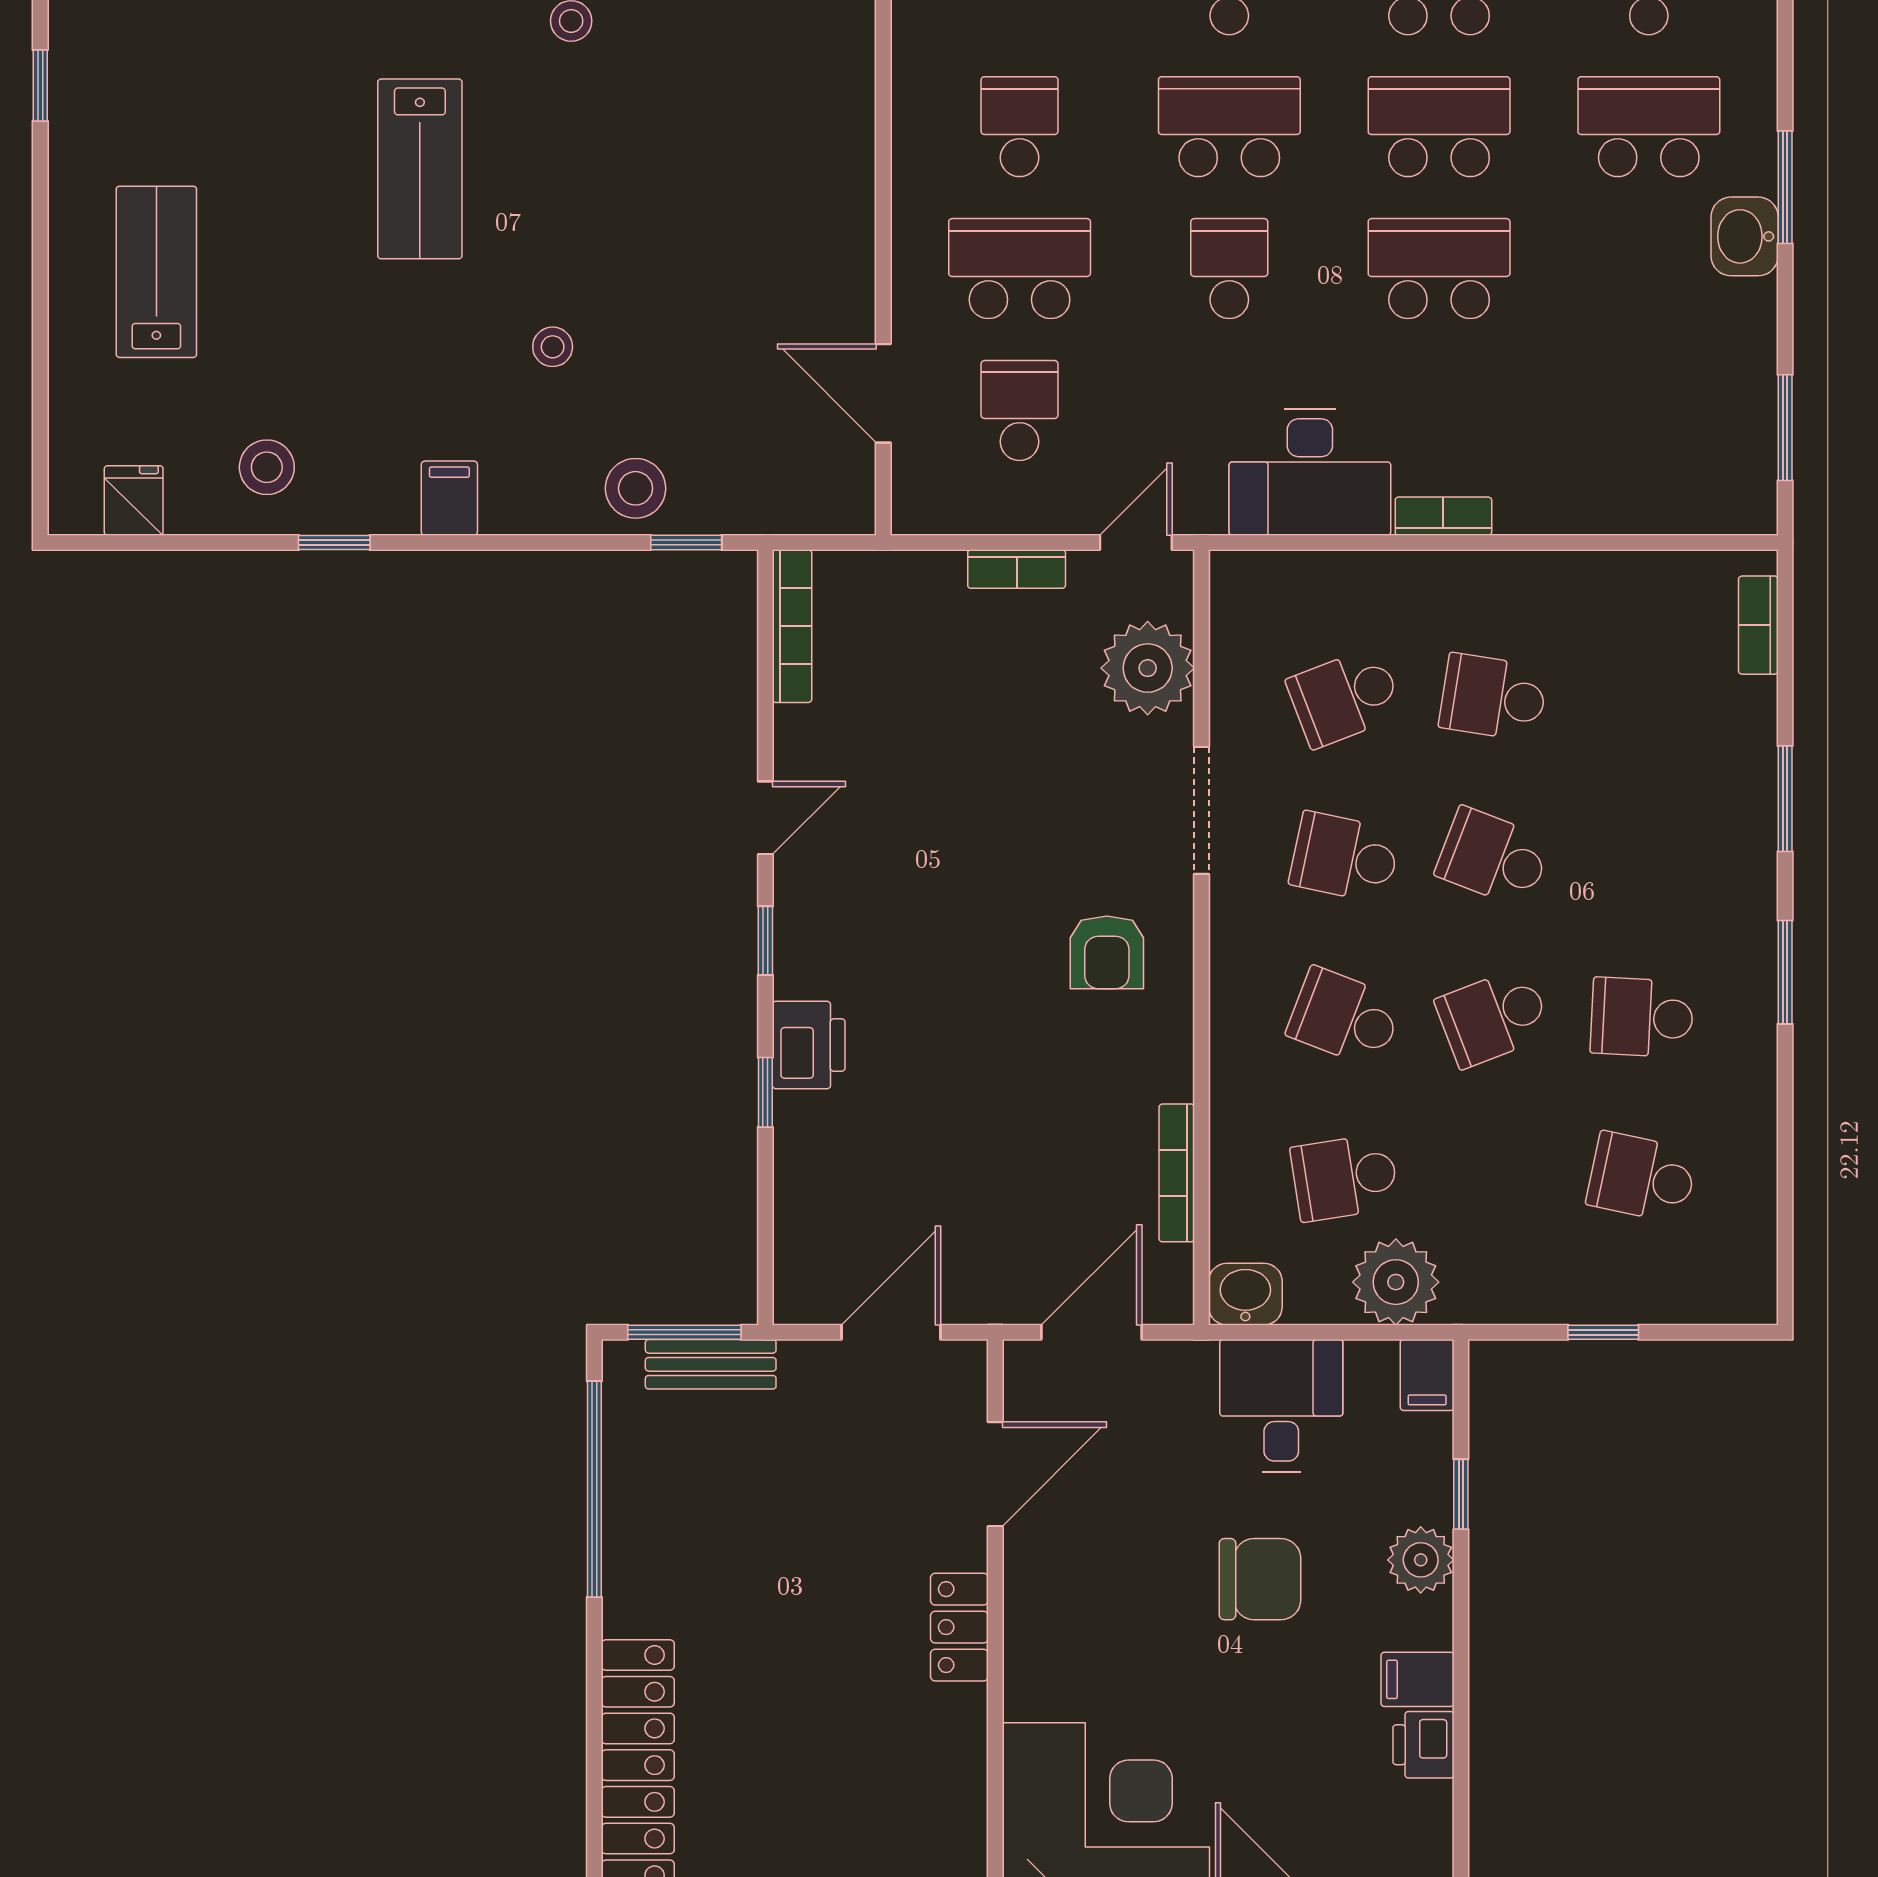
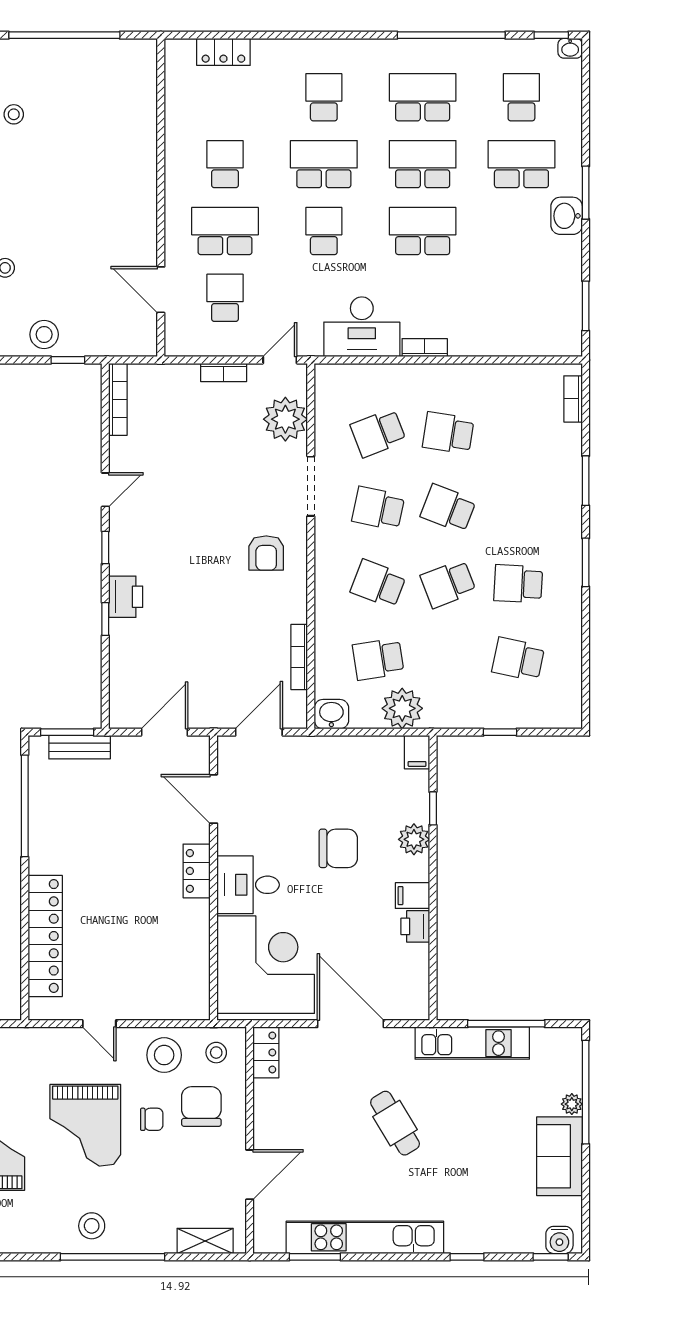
desk: (1281, 1406) -> (248, 885), moved, turned -90
door: (995, 1474) -> (214, 799), swing flipped

